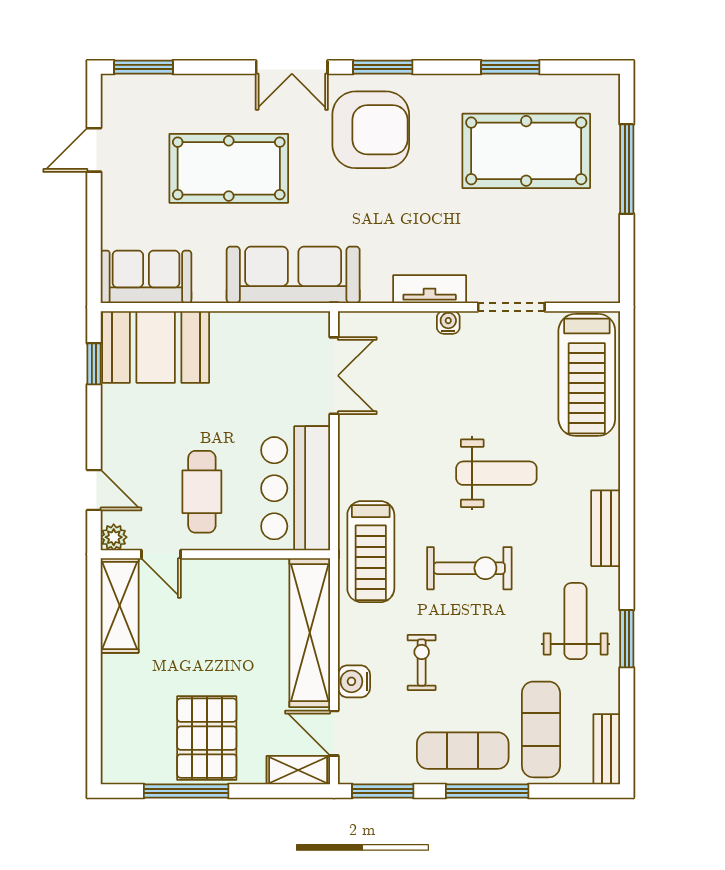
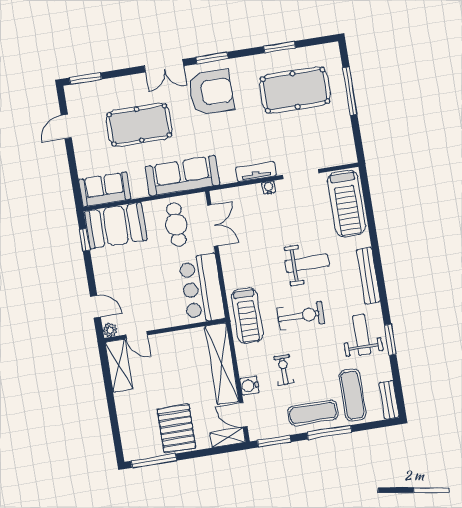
cafe table: (202, 492) -> (176, 224), moved
bench: (606, 528) -> (368, 276), width x1.36
window: (186, 791) -> (154, 461), moved

